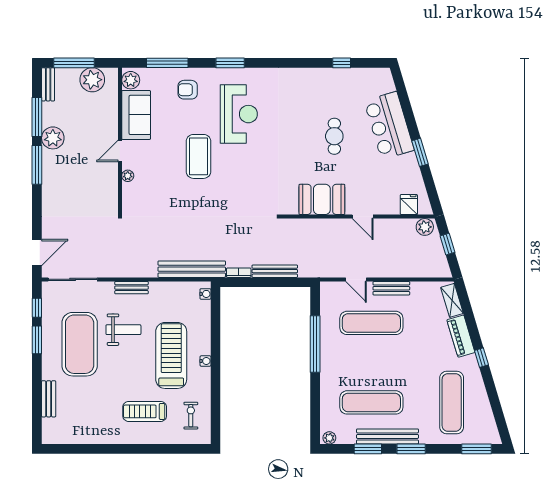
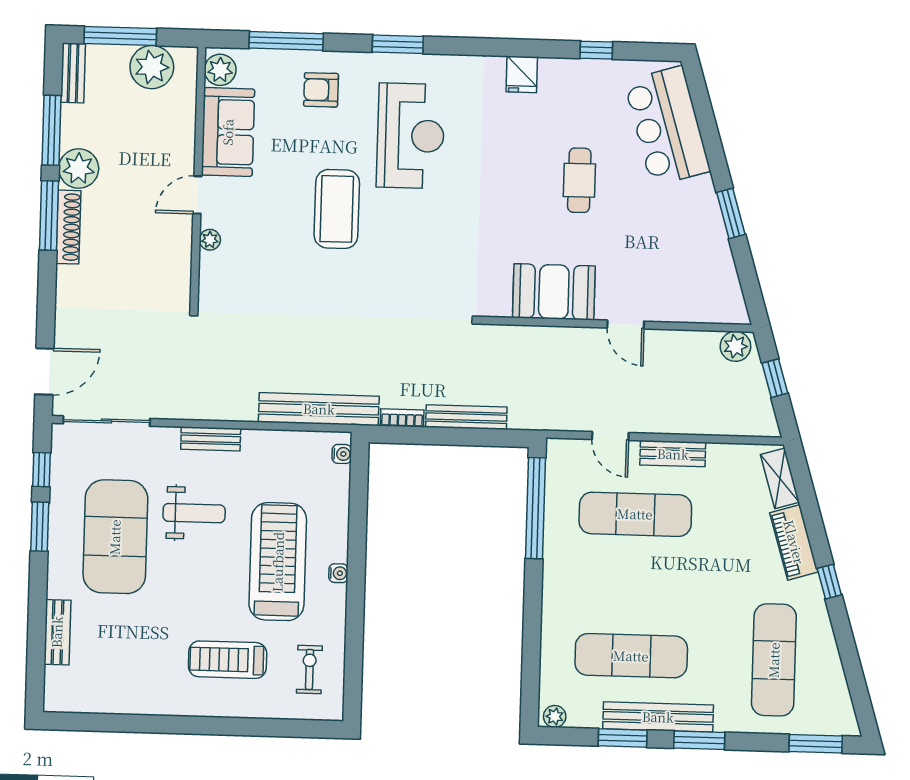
bar counter: (389, 126) -> (667, 126), moved
shoe rack: (48, 171) -> (68, 227), added
fridge: (409, 205) -> (522, 74), moved, turned 180
window: (315, 344) -> (535, 508), moved

